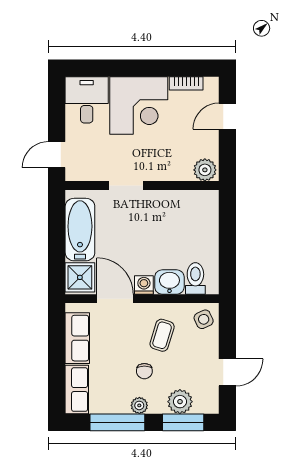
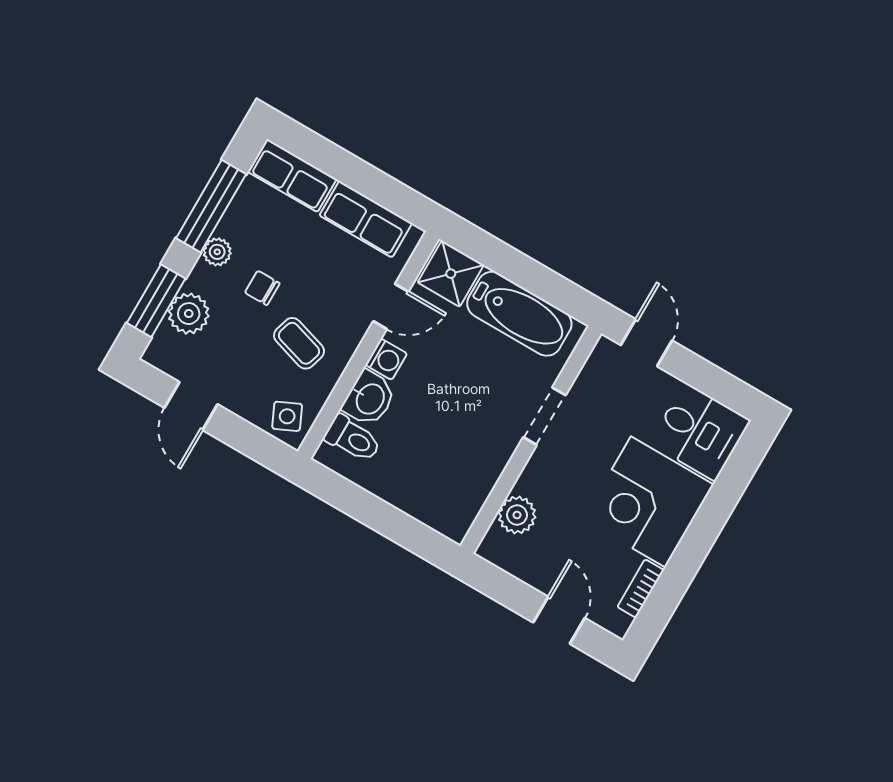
plant: (205, 170) -> (517, 515), moved
door: (115, 299) -> (391, 306), width x0.73

